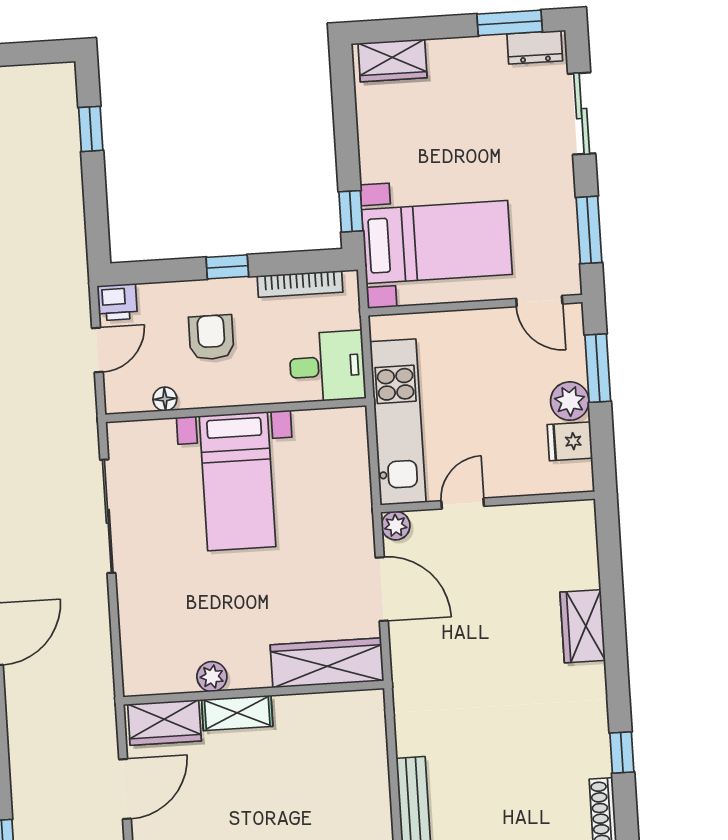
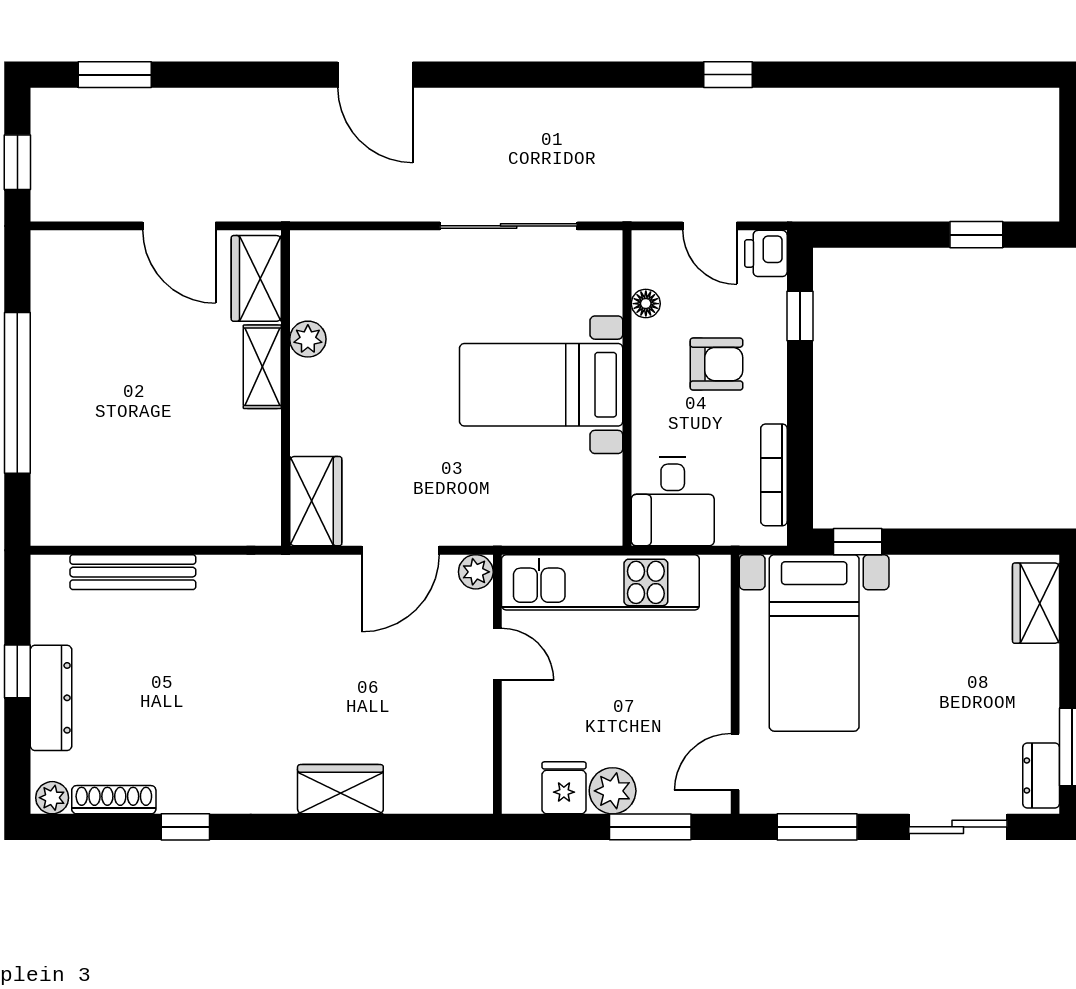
window: (227, 267) -> (800, 316), moved
wardrobe: (327, 663) -> (316, 501), width x0.67

